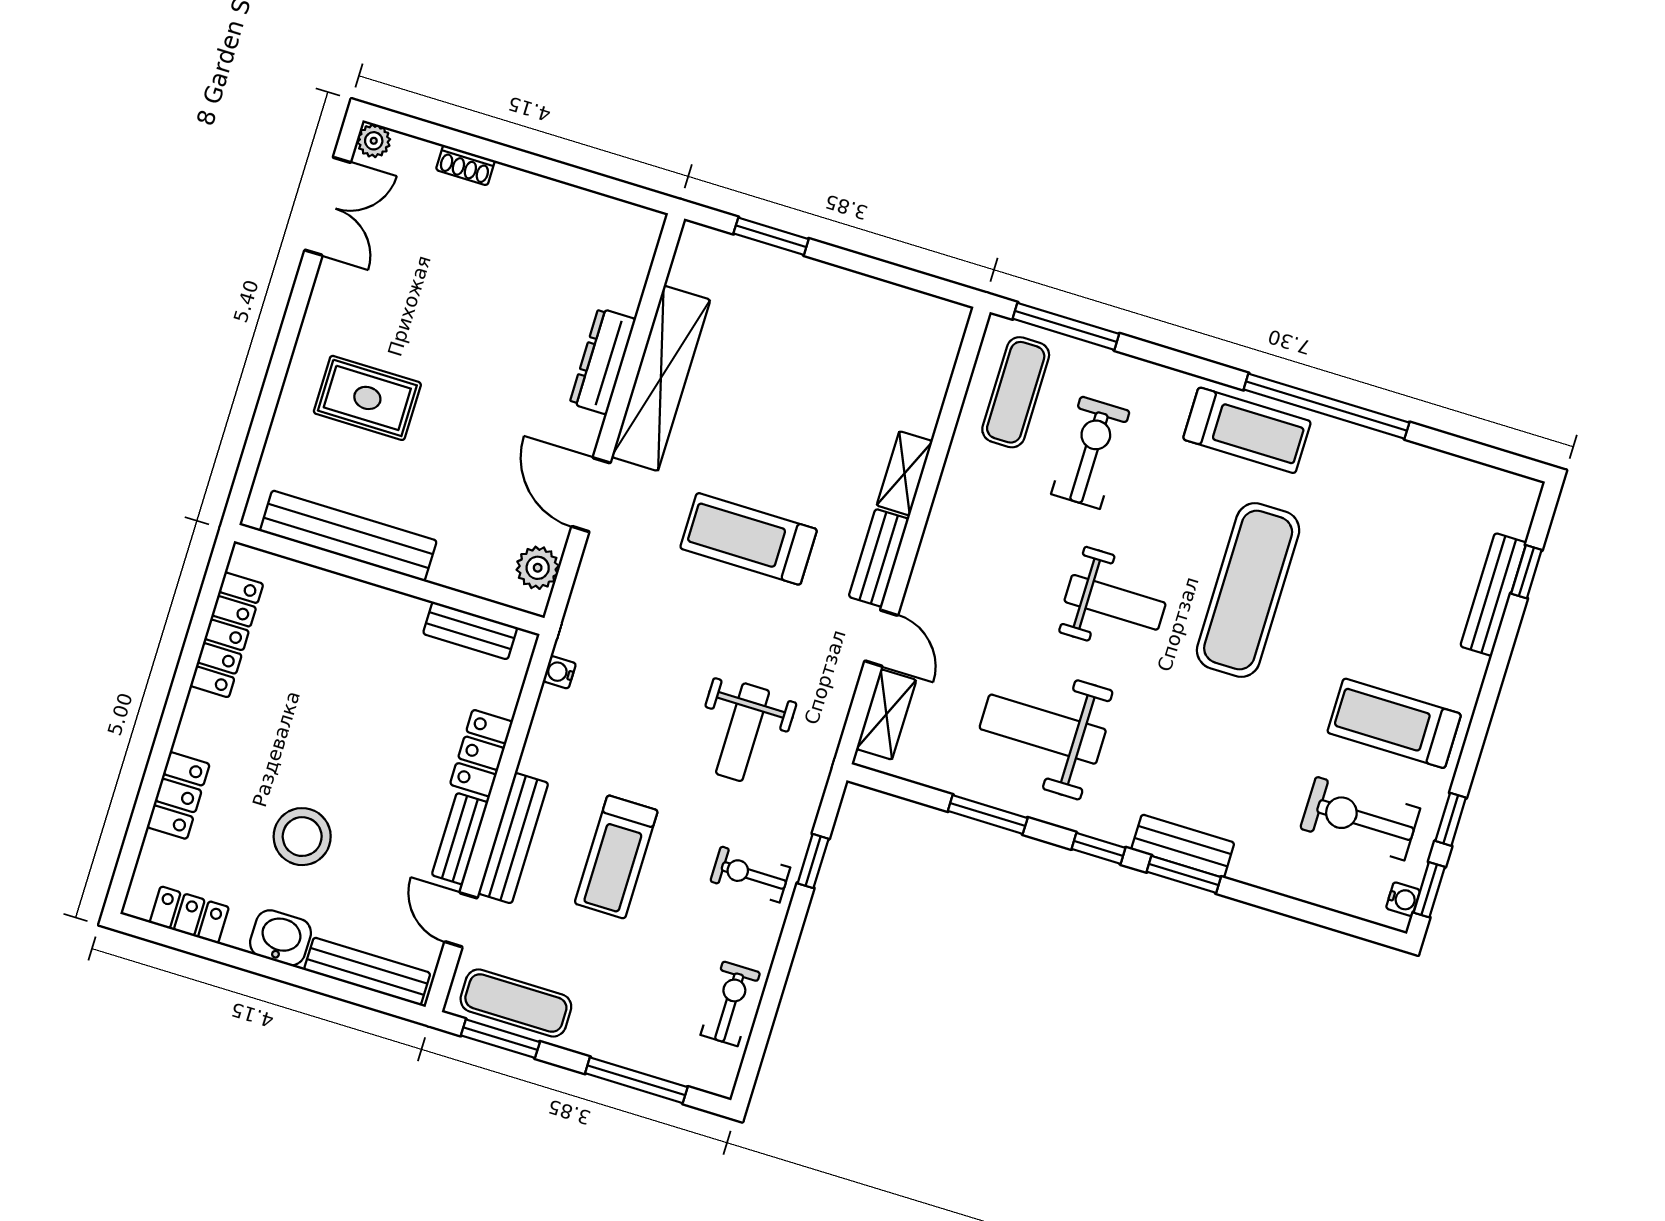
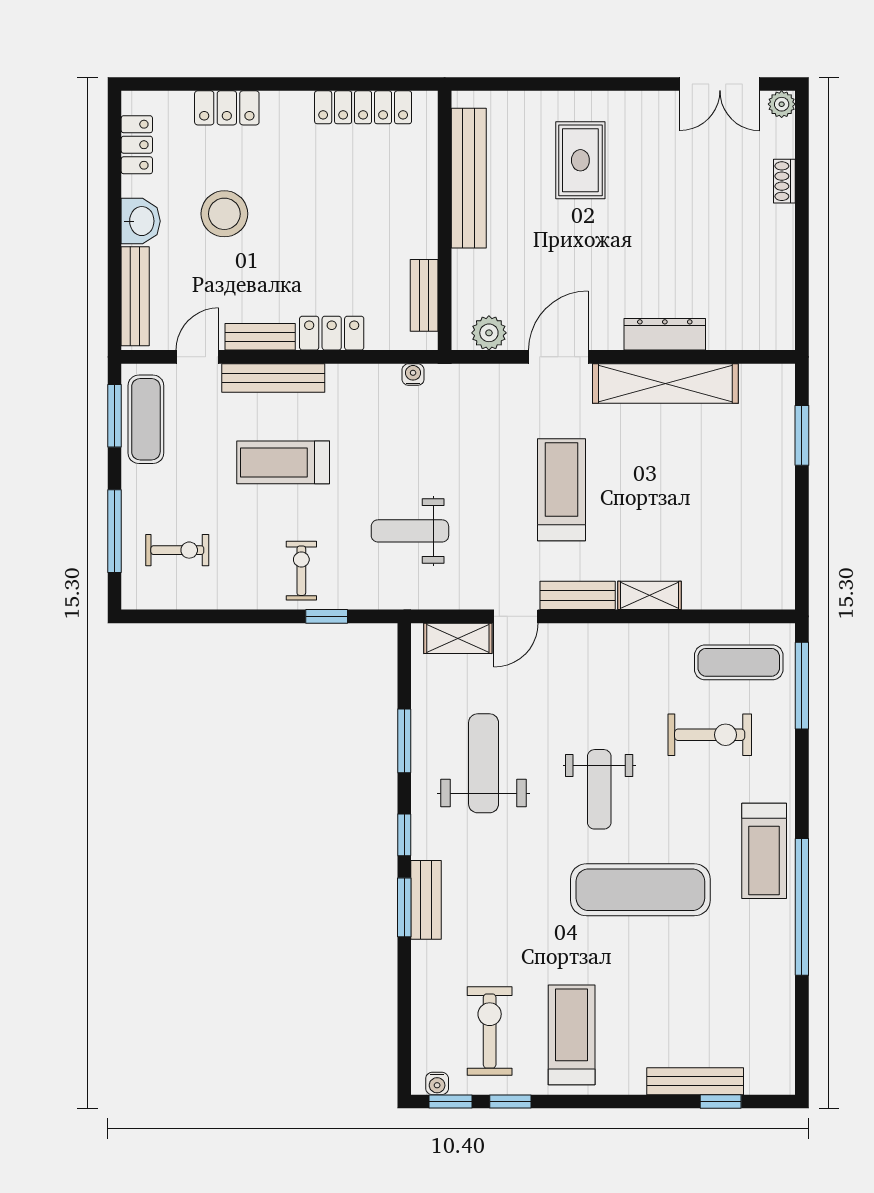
exercise bike: (730, 1004) -> (177, 550), moved

